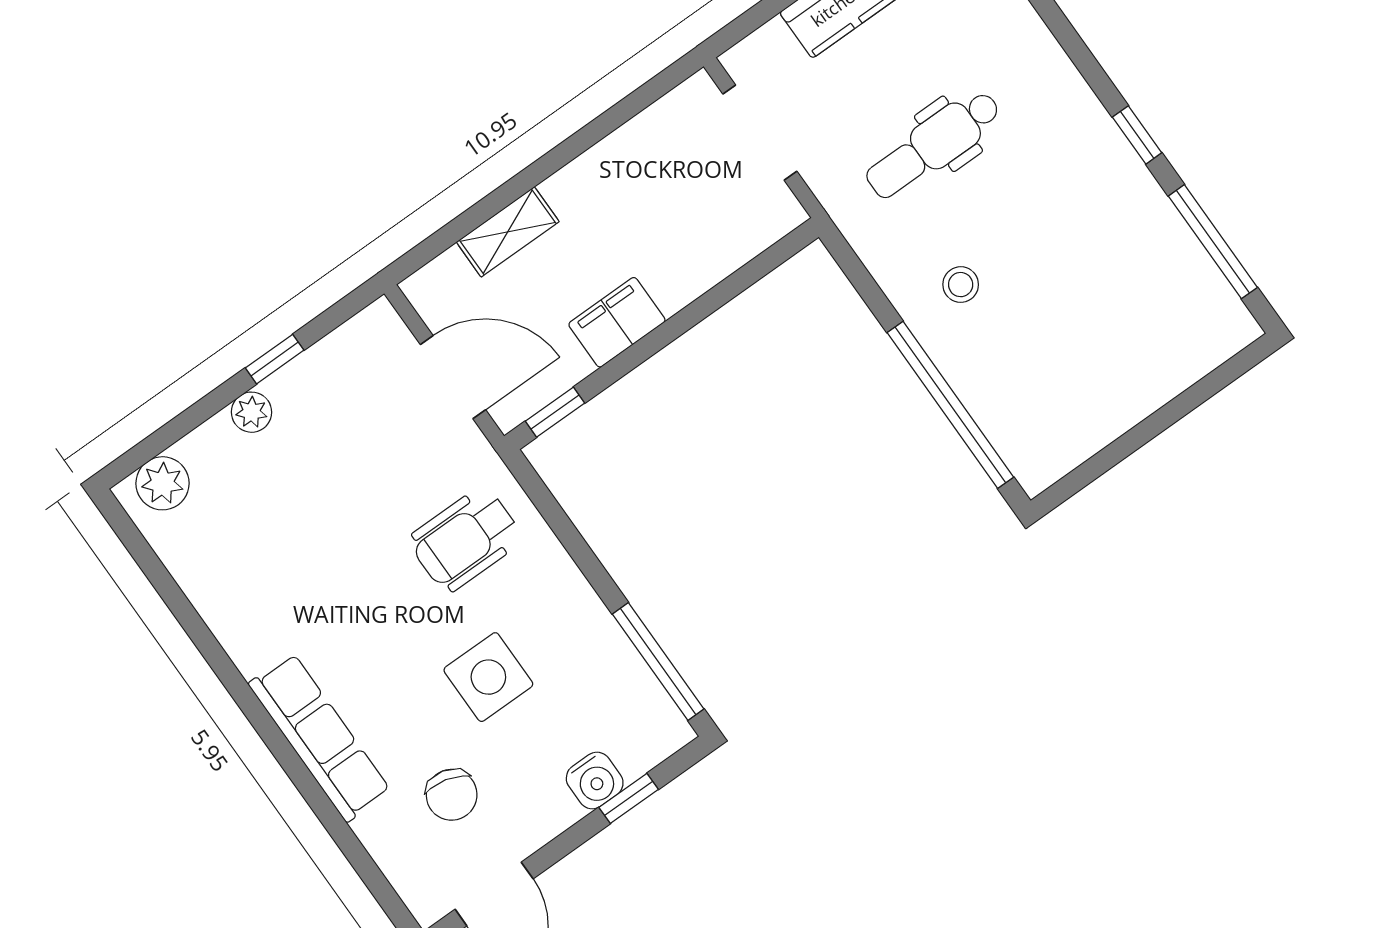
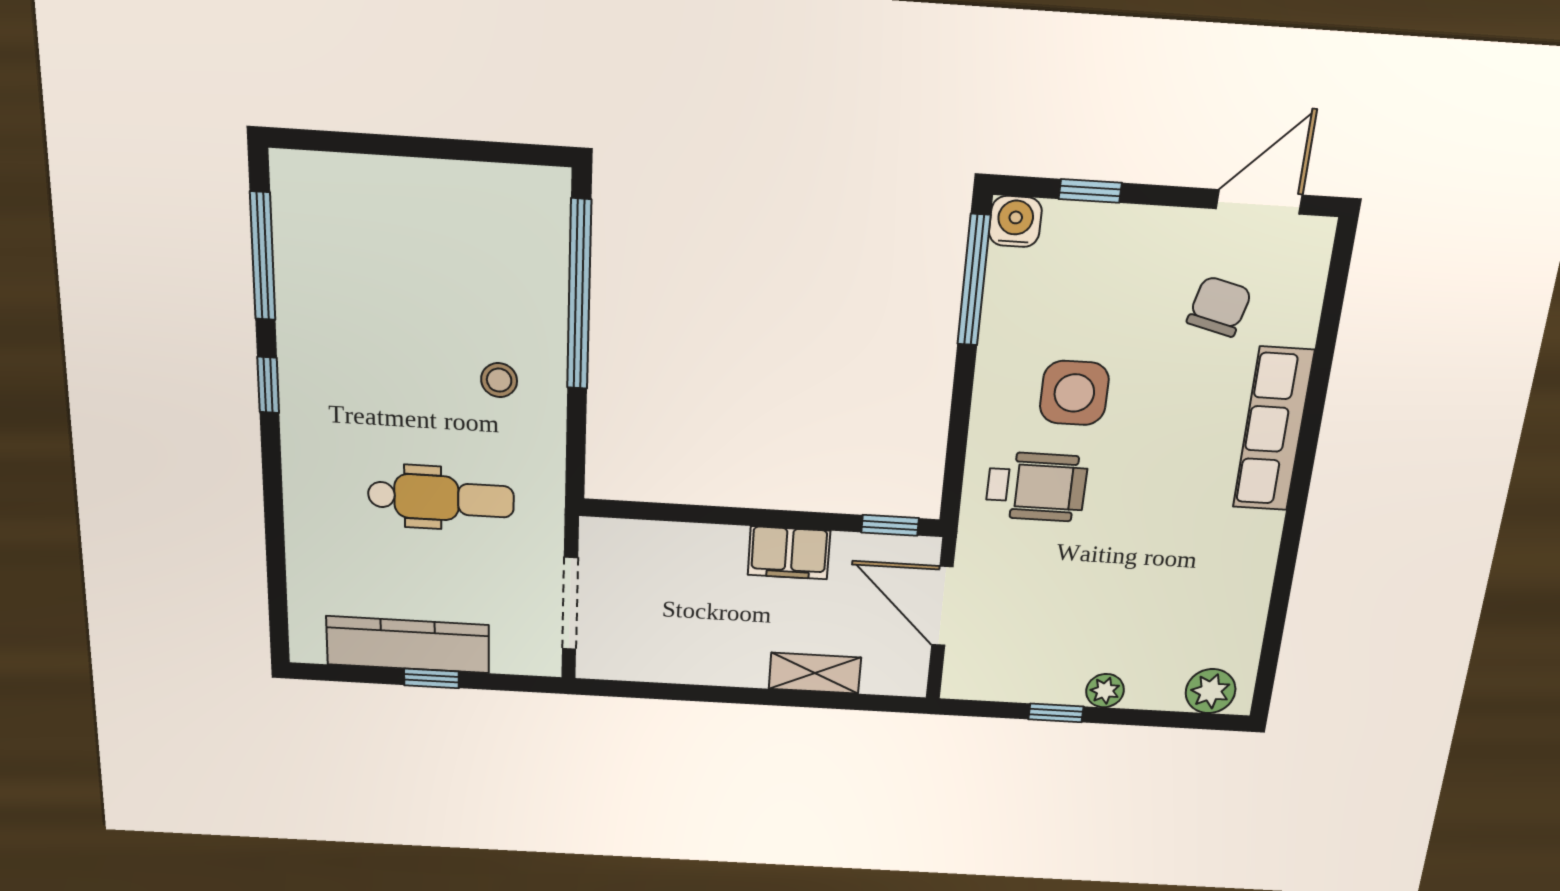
side table: (488, 677) -> (1074, 393), moved
water cooler: (595, 781) -> (1015, 221), moved

